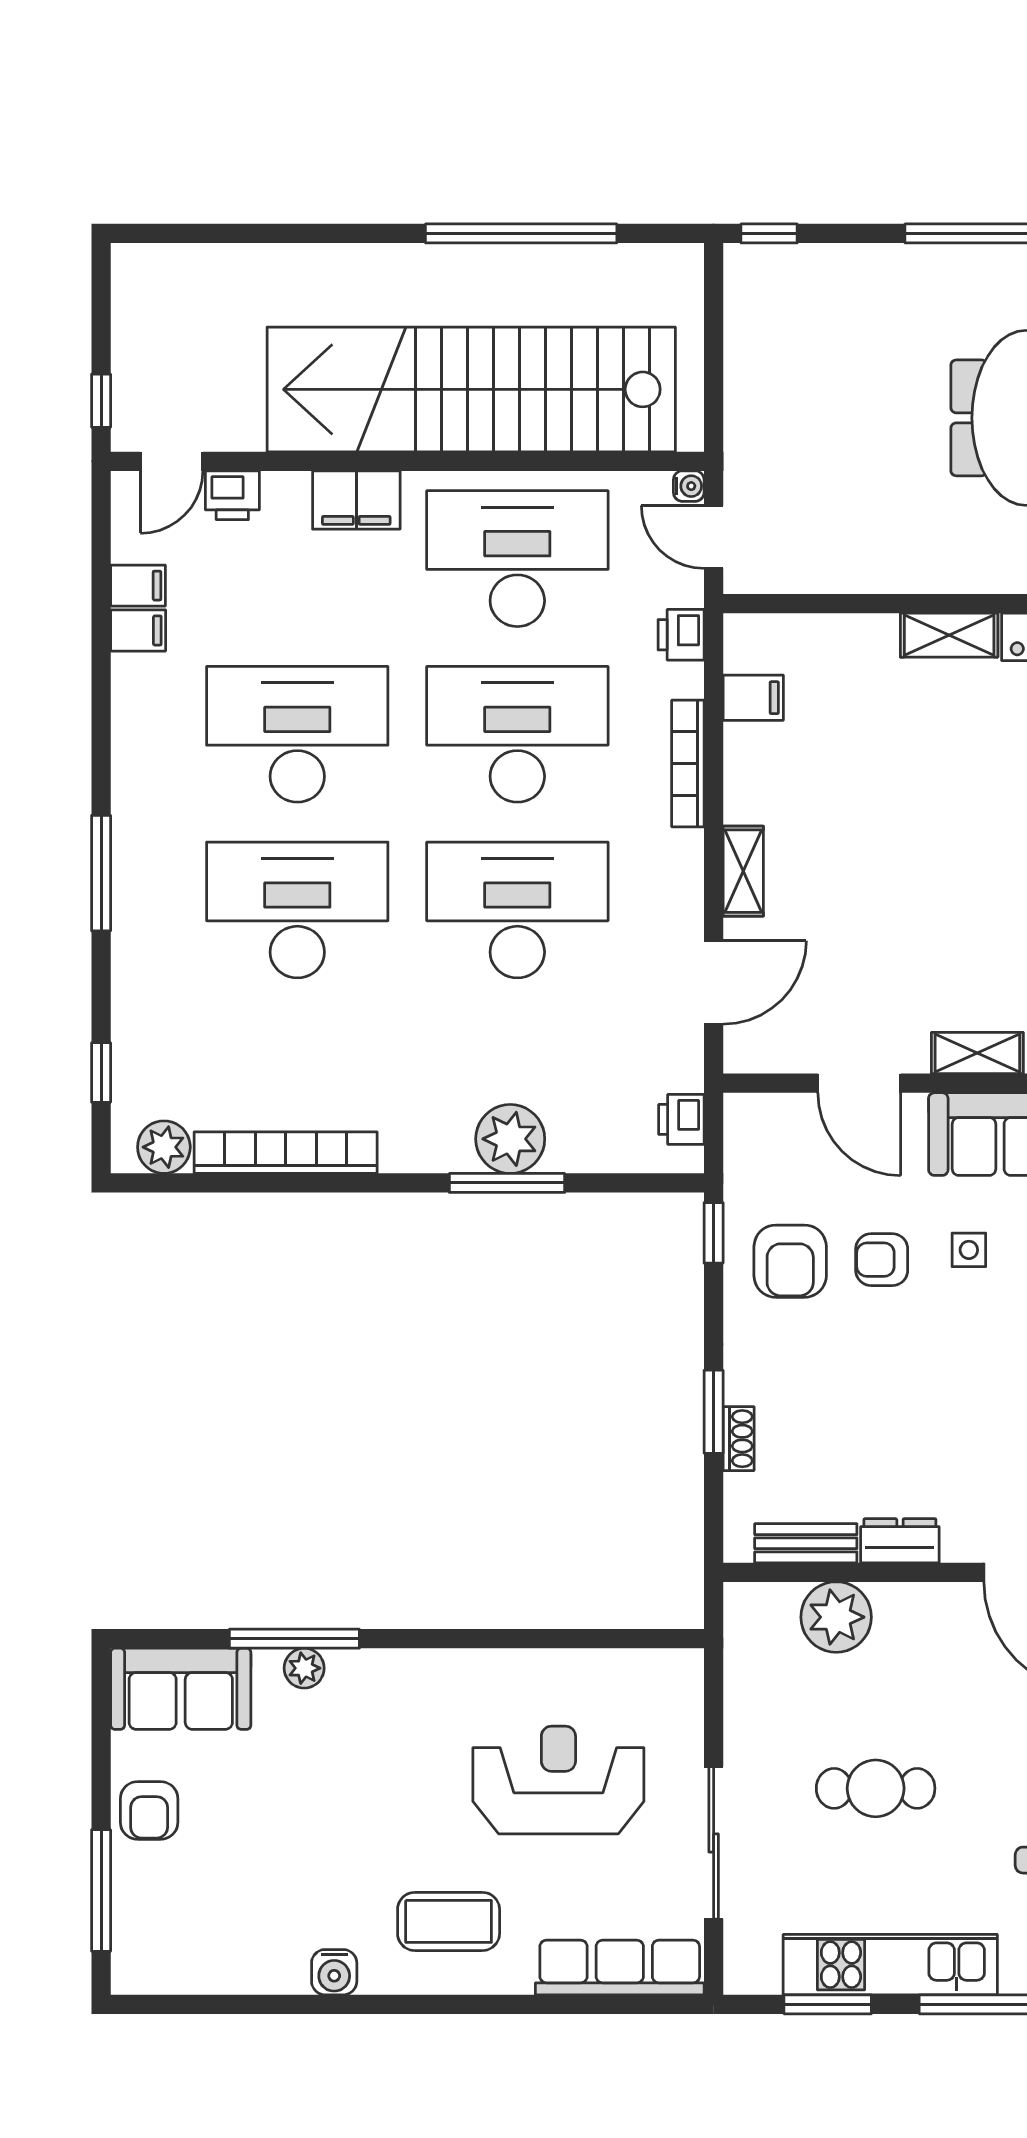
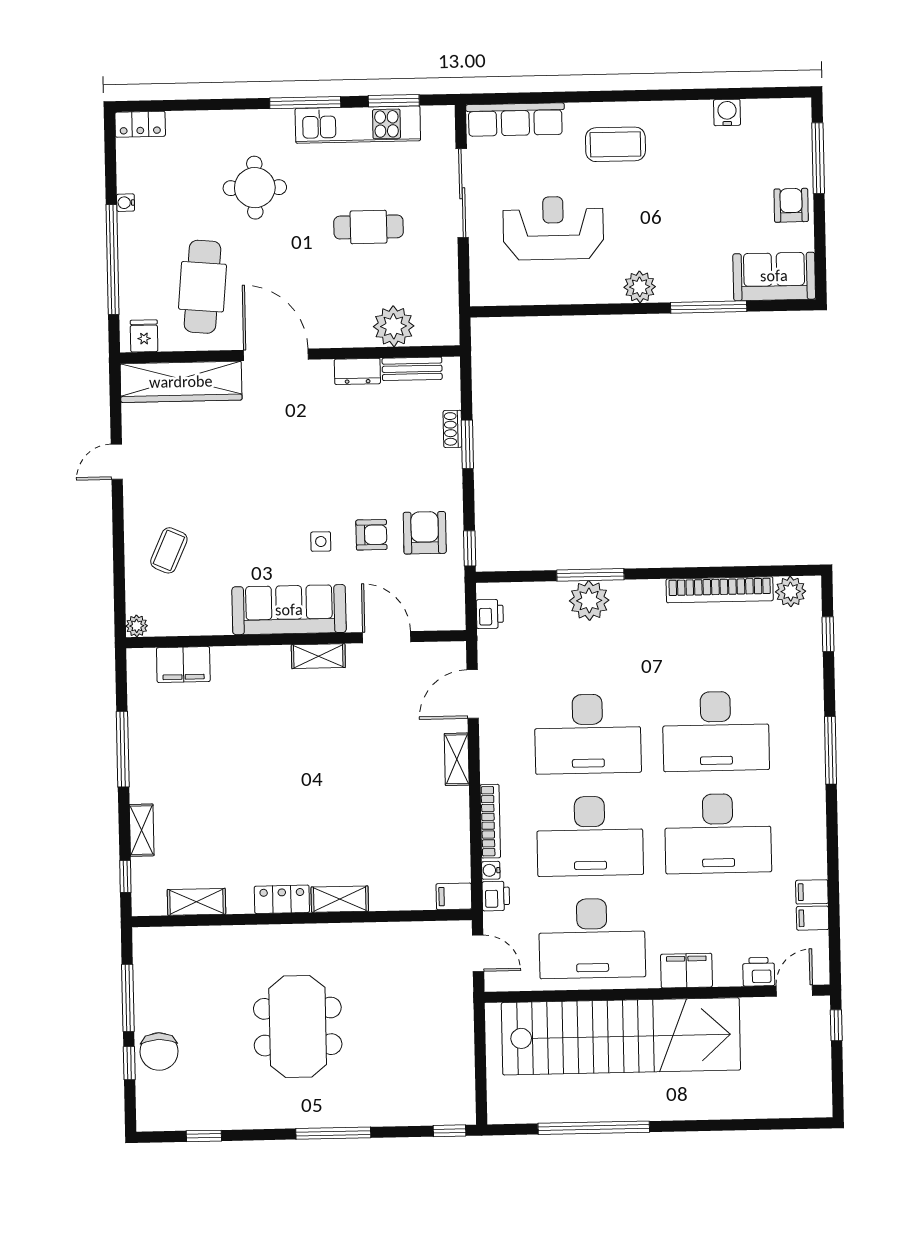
water cooler: (689, 486) -> (491, 870), moved
filing cabinet: (753, 698) -> (454, 896), moved
plant: (304, 1668) -> (640, 287), moved, width x1.38, depth x1.38
reception desk: (558, 1780) -> (553, 228), turned 180
water cooler: (334, 1972) -> (727, 112), moved

